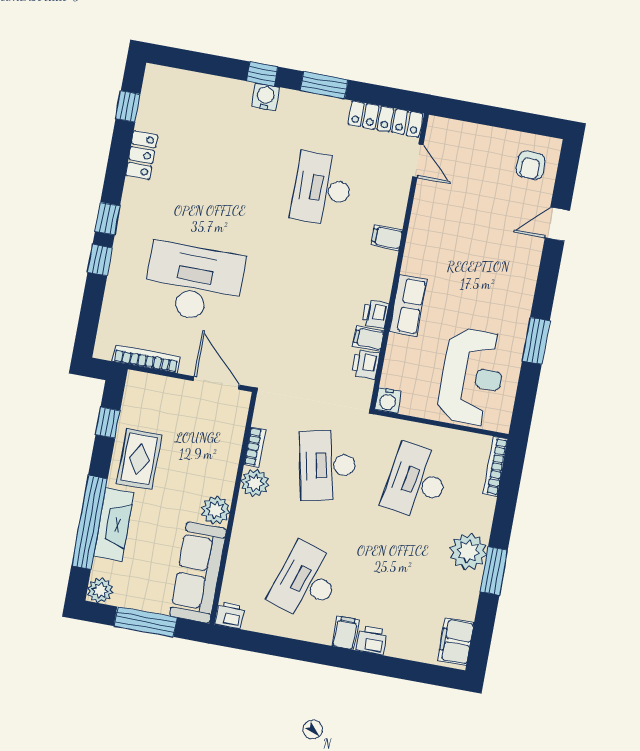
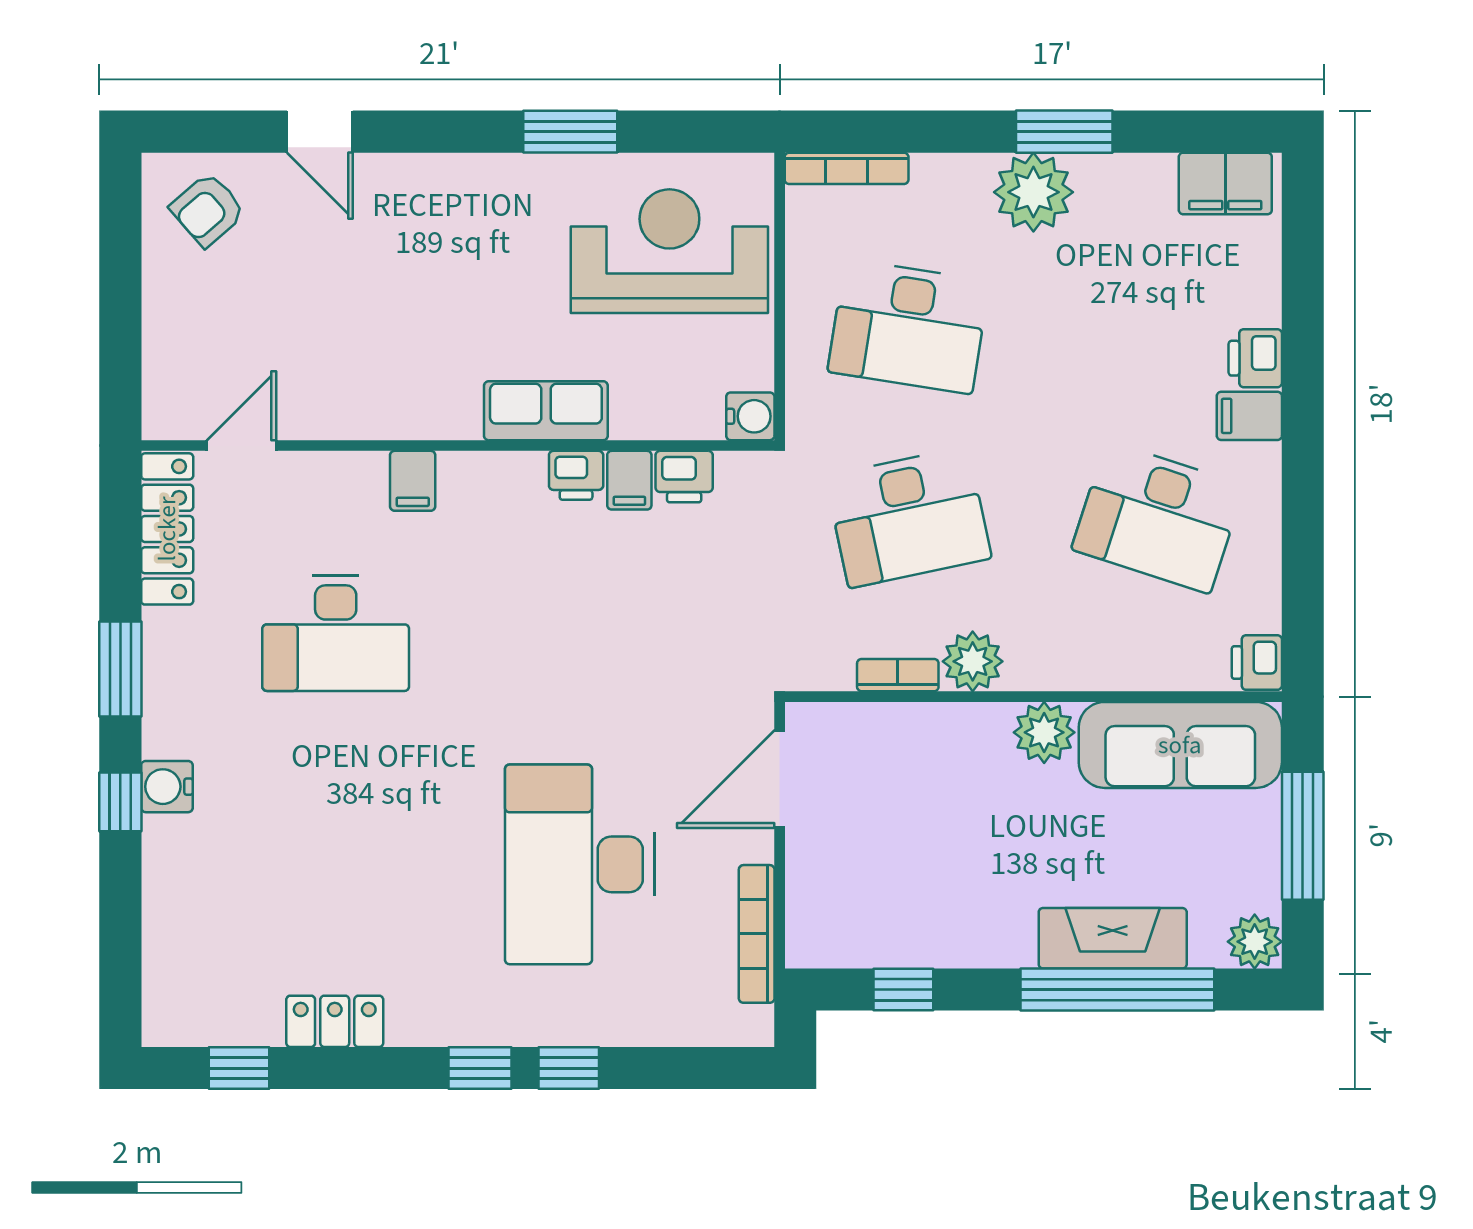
armchair: (531, 165) -> (208, 210), turned 139
rug: (139, 459) -> (967, 910), removed

